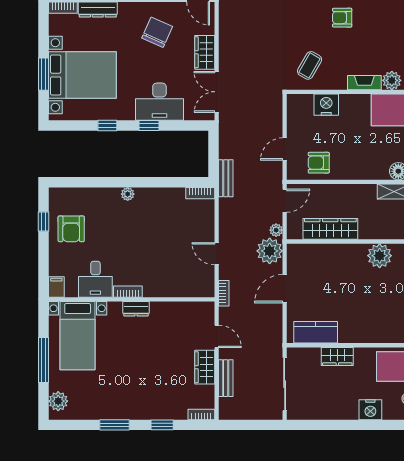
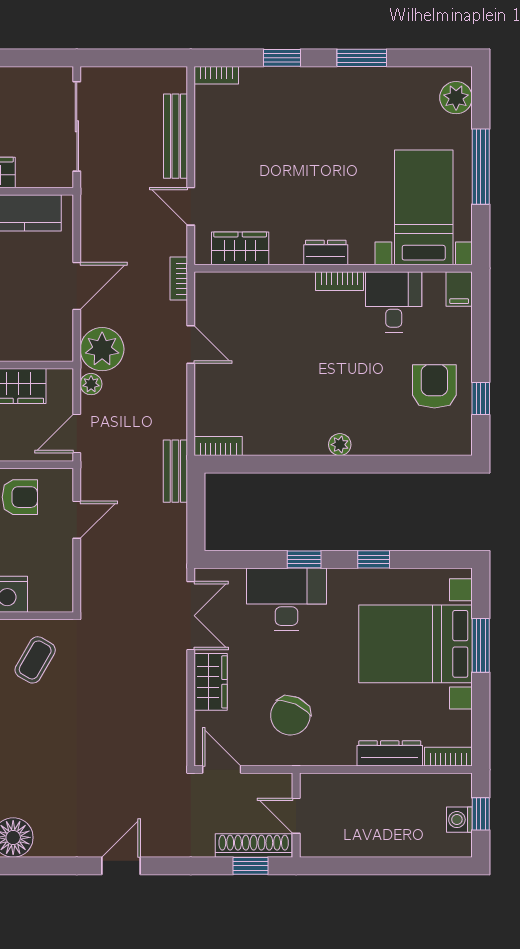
wardrobe: (205, 367) -> (240, 248), moved, turned -90
bench: (226, 378) -> (176, 136), width x1.36

